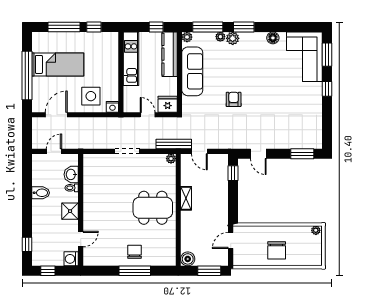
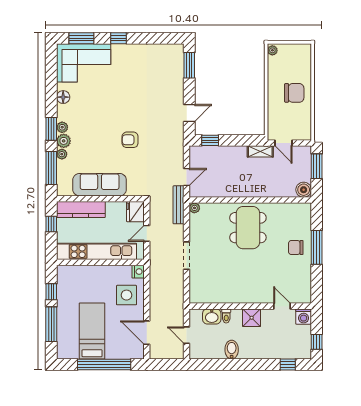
plant: (187, 37) -> (62, 127), moved
kitchen unit: (131, 59) -> (97, 251), width x1.36
shelving: (186, 198) -> (260, 151), moved

